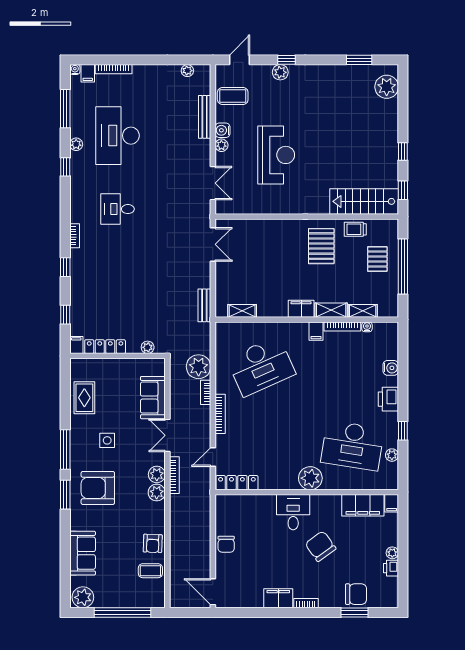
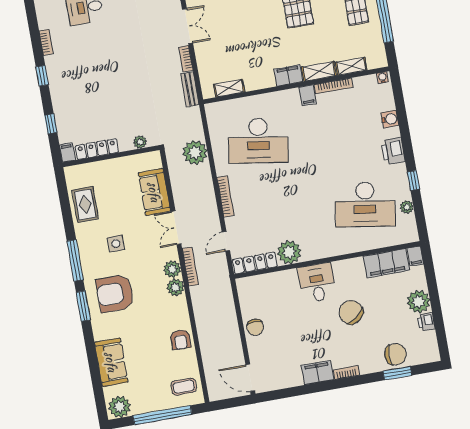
water cooler: (367, 327) -> (383, 77), moved
desk: (261, 366) -> (258, 141), turned 33
bookcase: (206, 392) -> (186, 59), moved
plant: (310, 478) -> (289, 252), moved
plant: (392, 553) -> (418, 302), width x1.87, depth x1.87
coffee table: (150, 571) -> (184, 387), moved

